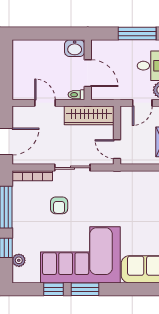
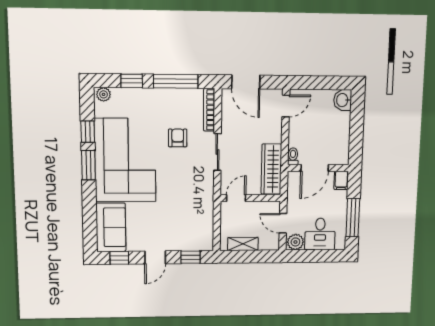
filing cabinet: (100, 47) -> (341, 180), added
washbasin: (75, 48) -> (343, 100), moved
door: (45, 103) -> (286, 106), moved
armchair: (59, 205) -> (178, 138), turned 90
plant: (19, 260) -> (104, 94), moved

